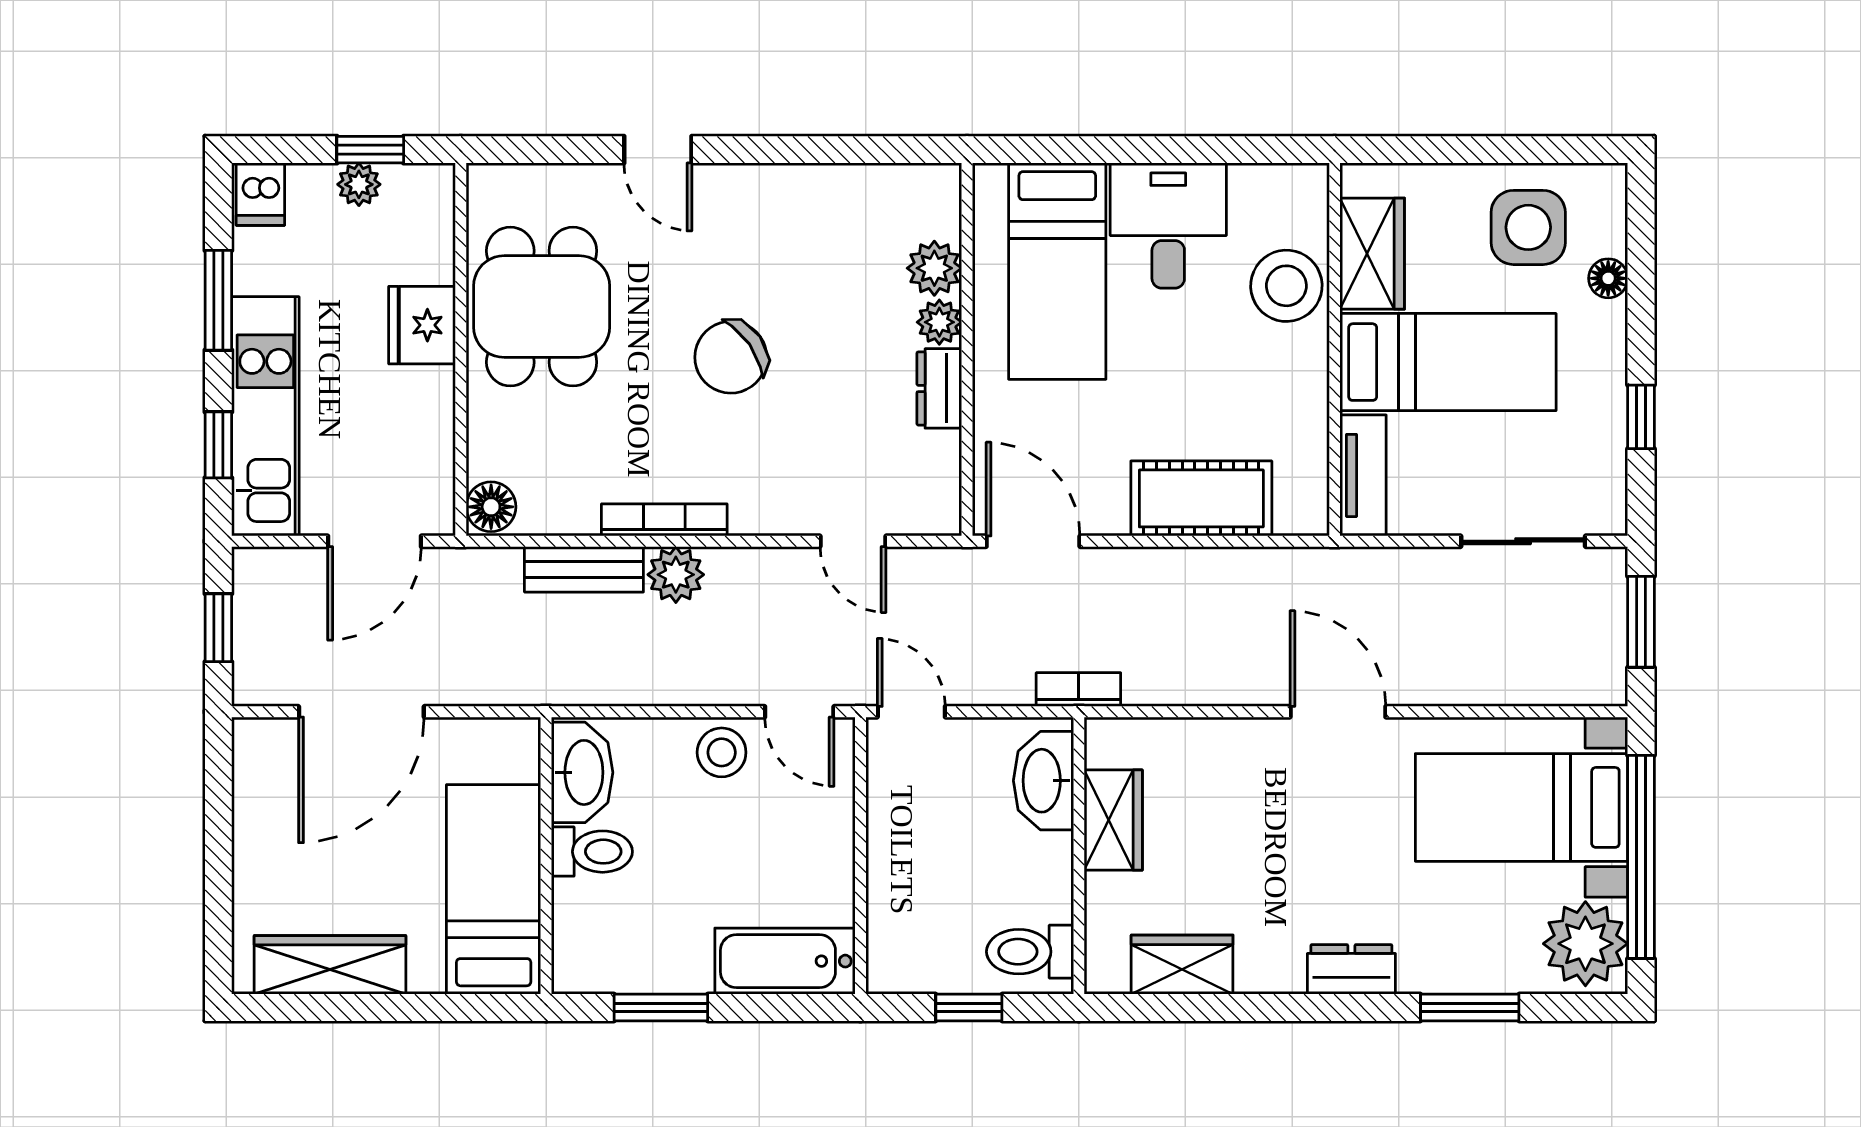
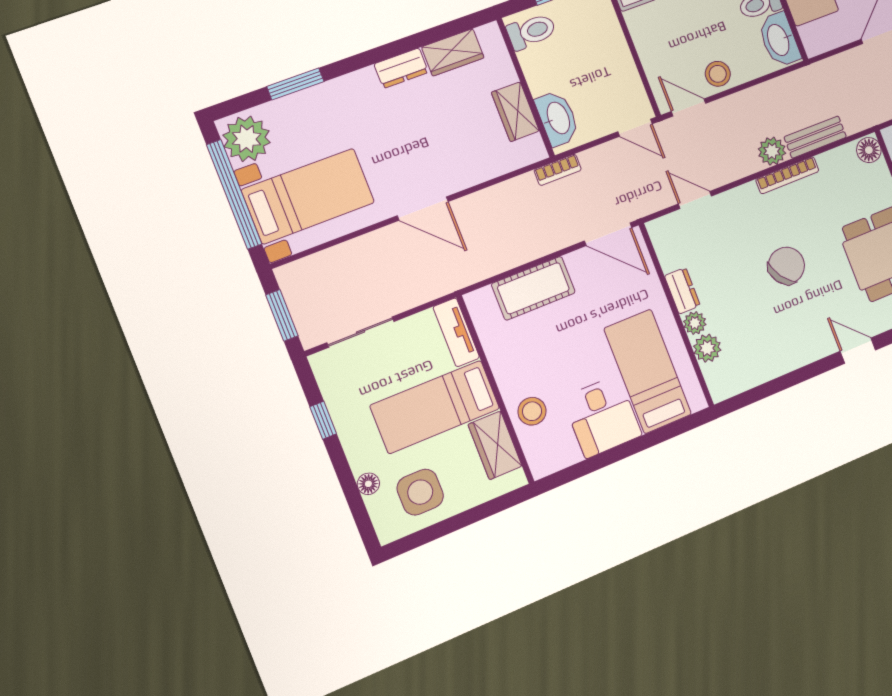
stool: (1286, 286) -> (532, 411), width x0.73, depth x0.73
dresser: (1351, 969) -> (401, 68), moved

